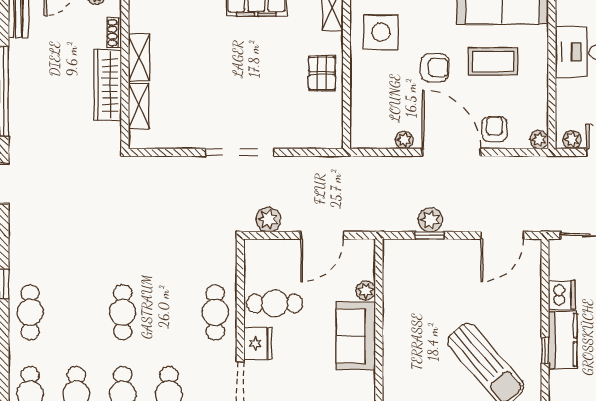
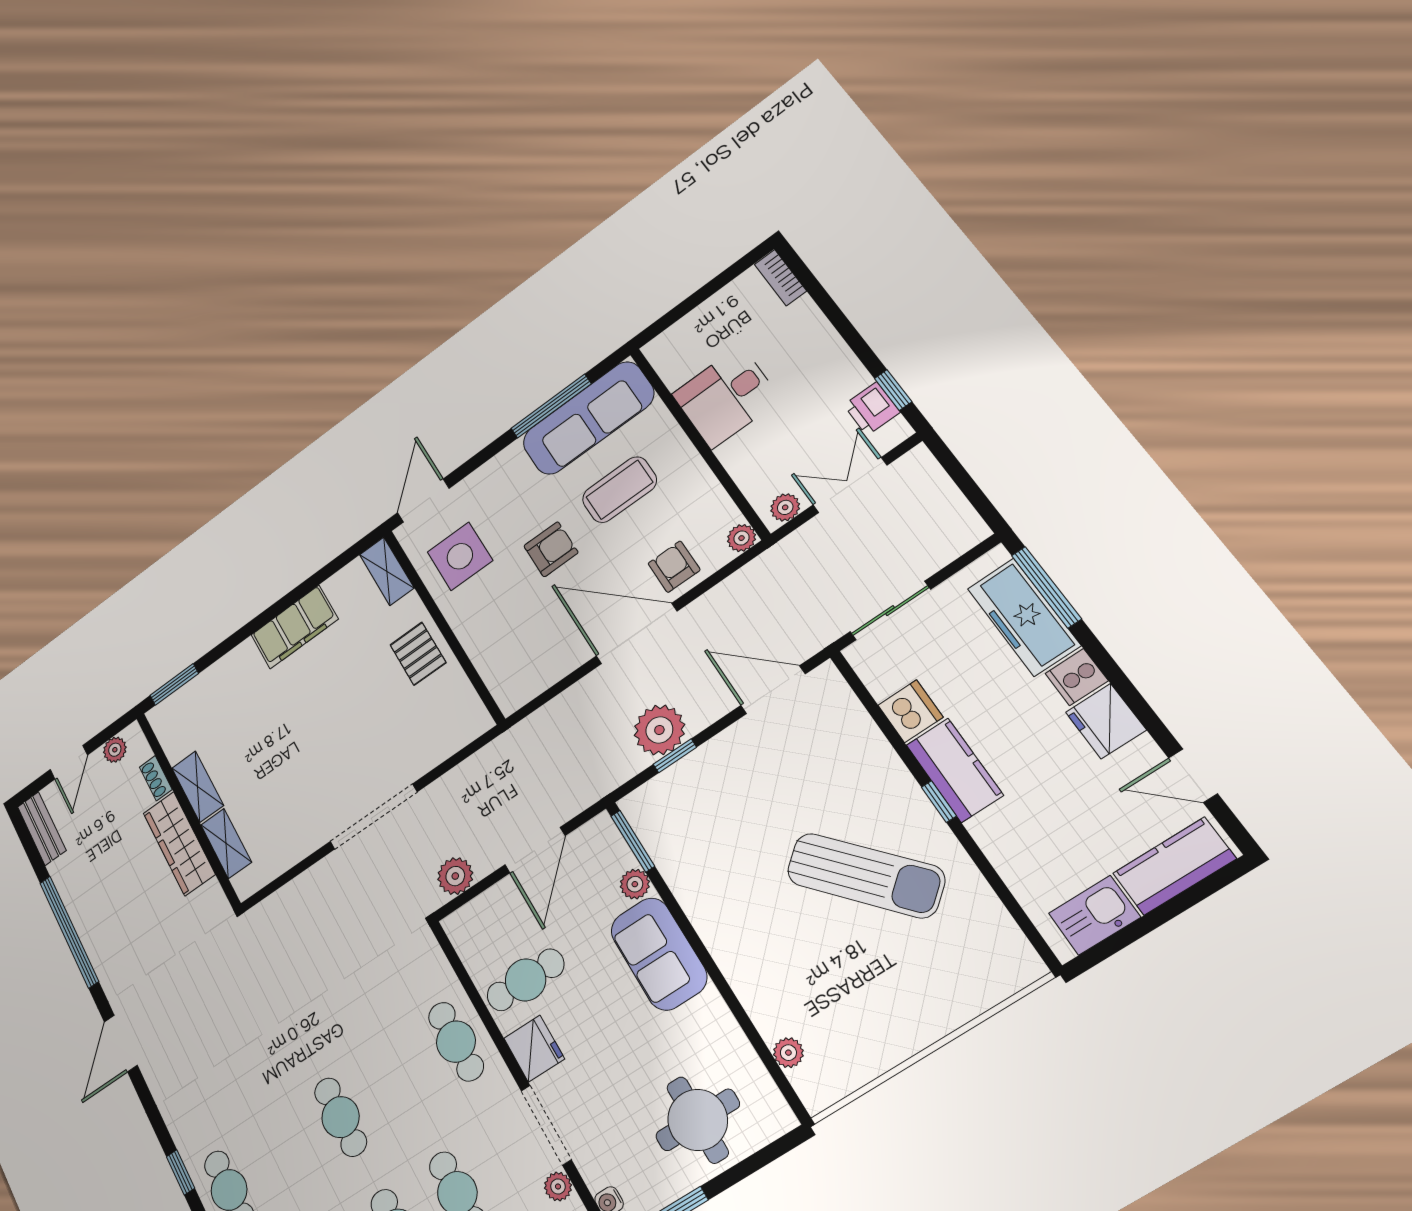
plant: (404, 140) -> (567, 661), removed
plant: (430, 220) -> (659, 730), width x1.36, depth x1.36
door: (502, 235) -> (773, 690), swing flipped
window: (379, 267) -> (633, 841), added

